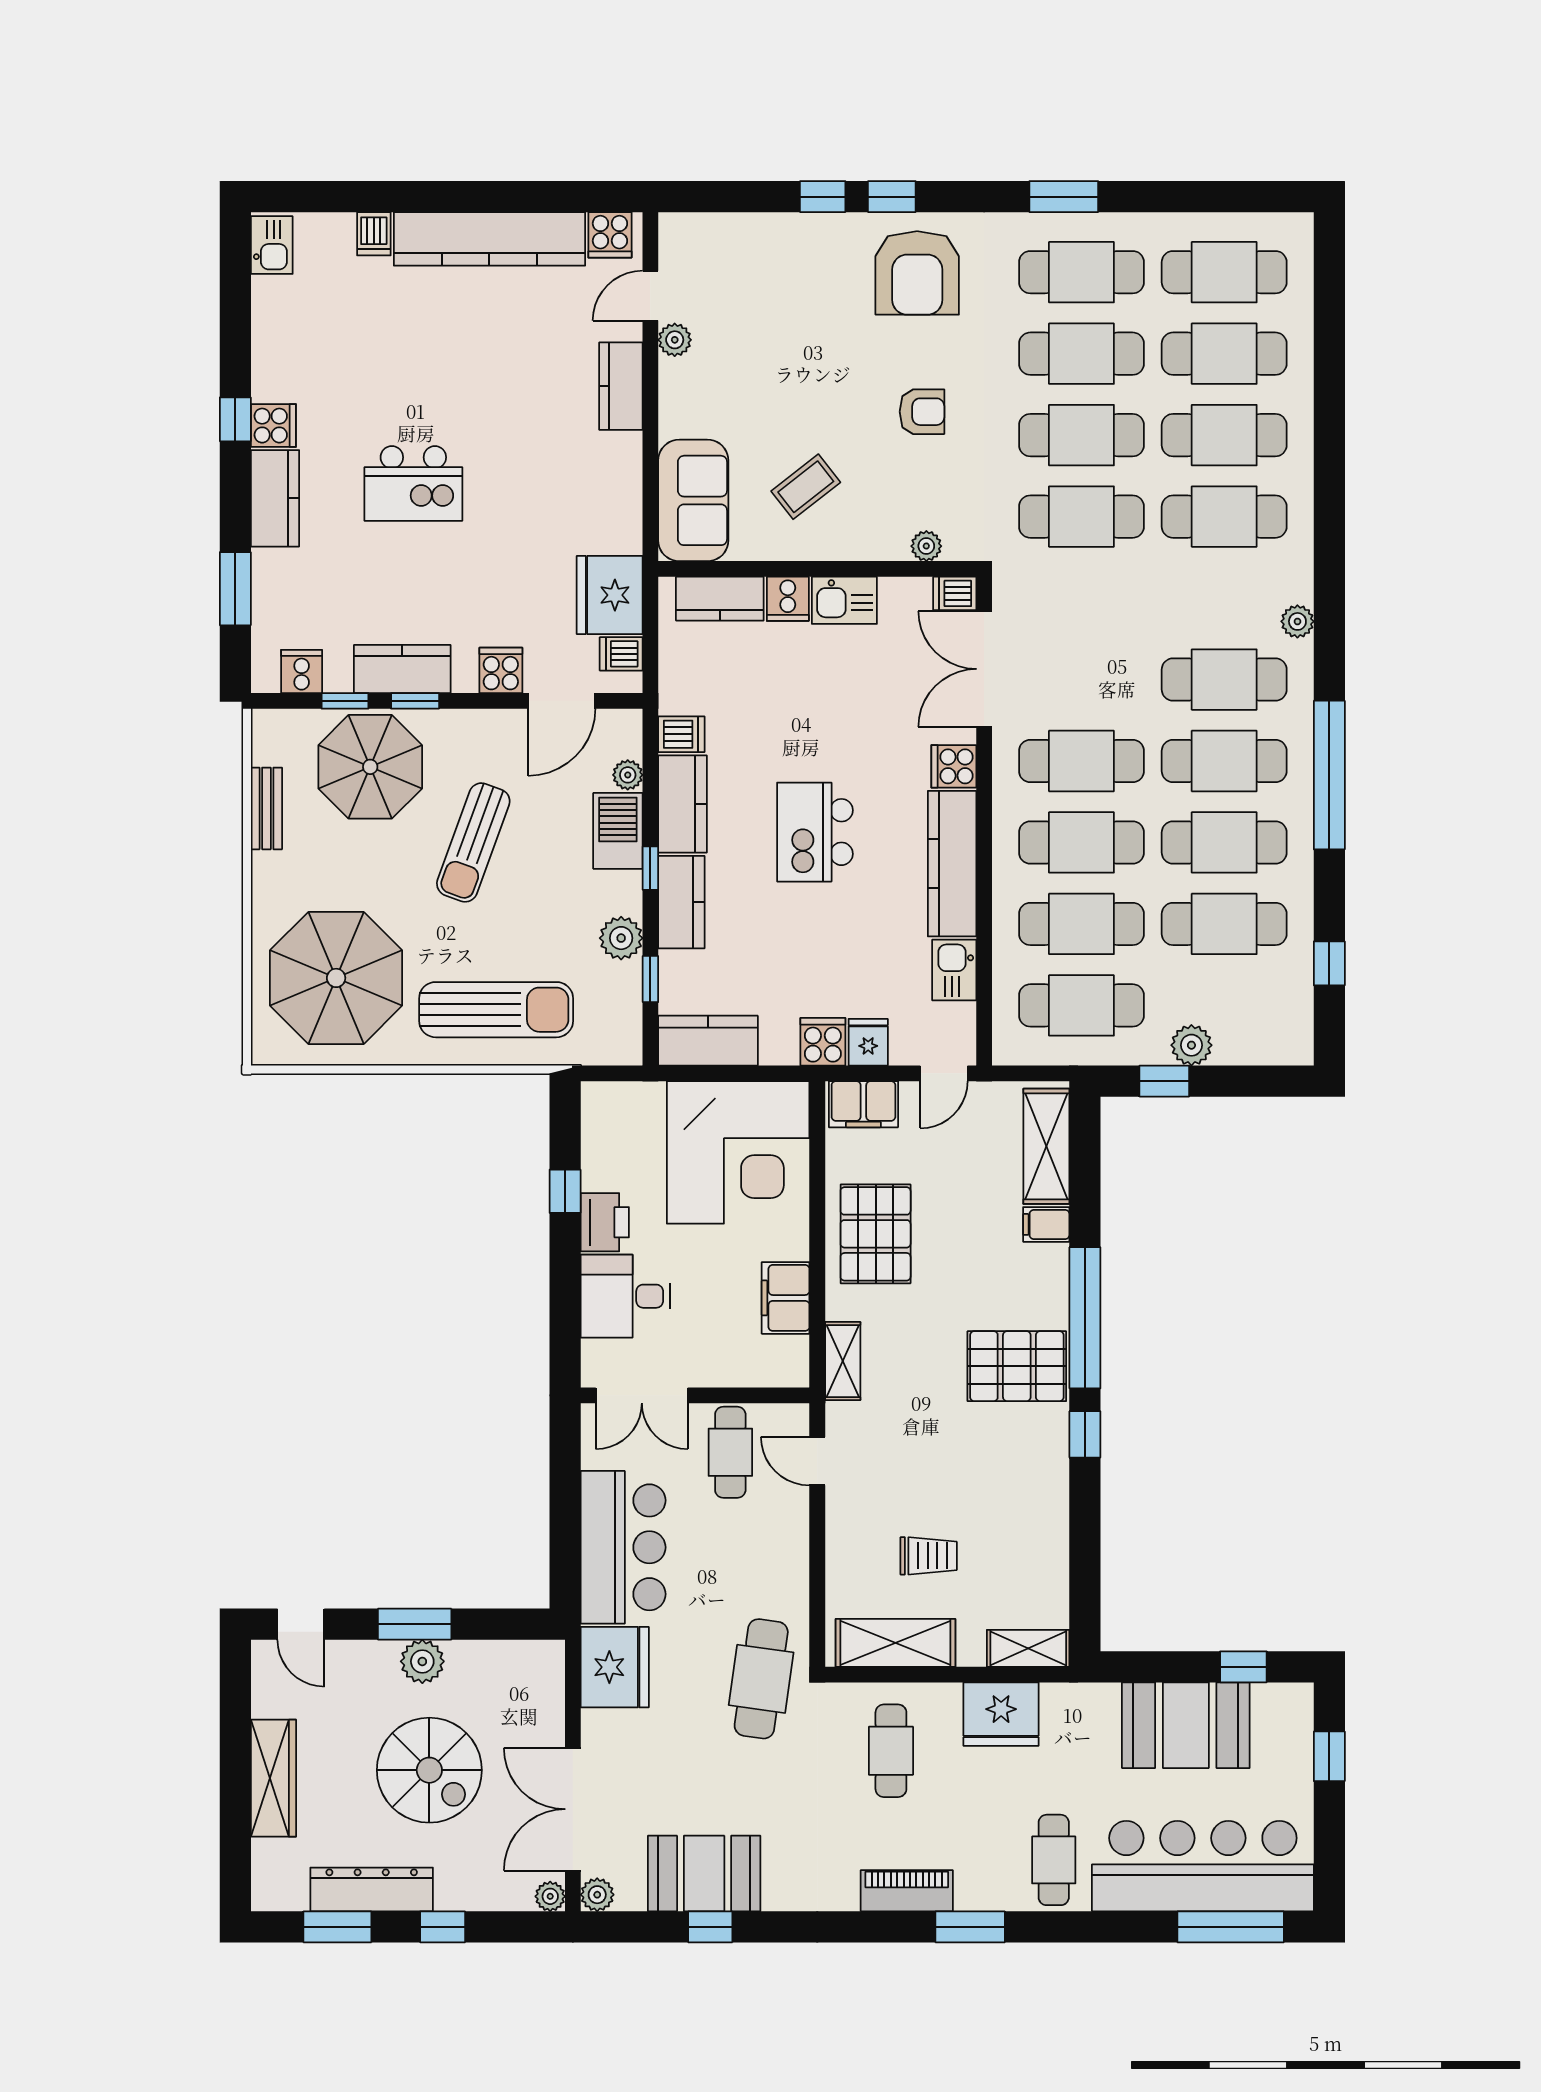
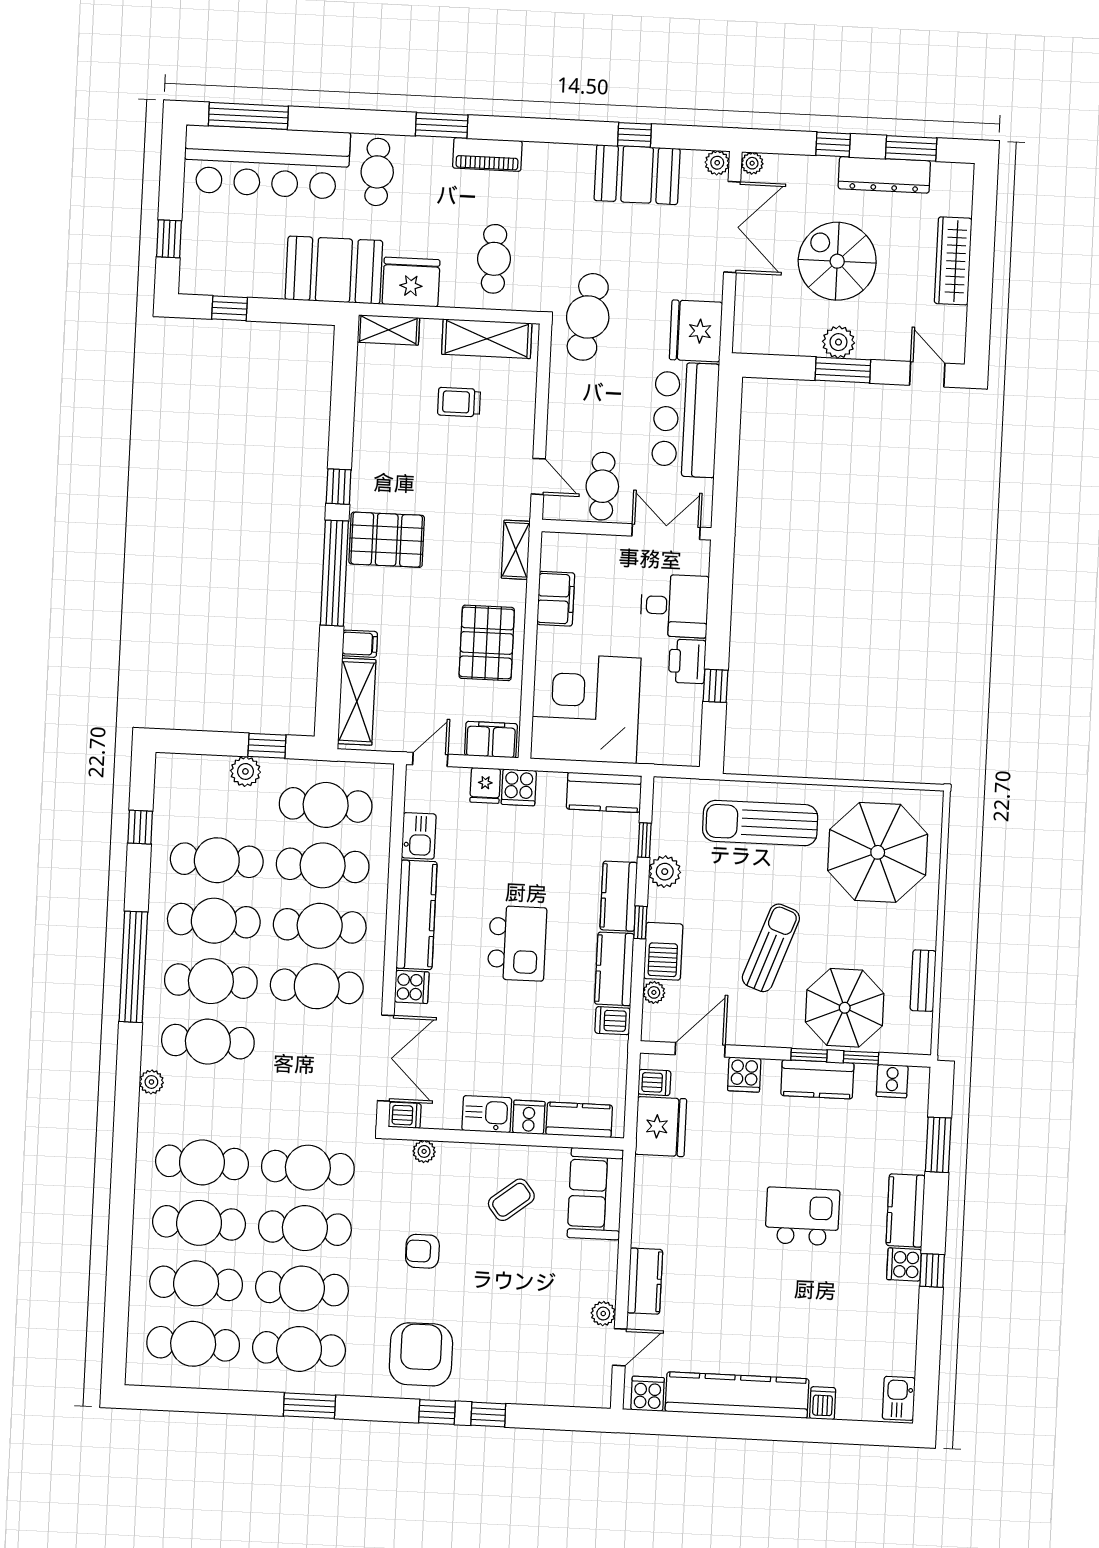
booth: (1186, 1725) -> (334, 270), moved

